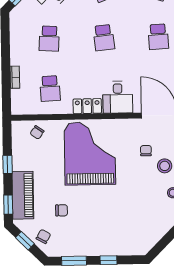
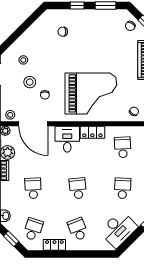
grand piano: (90, 153) -> (91, 93), turned -90
chair: (62, 210) -> (63, 32), moved

